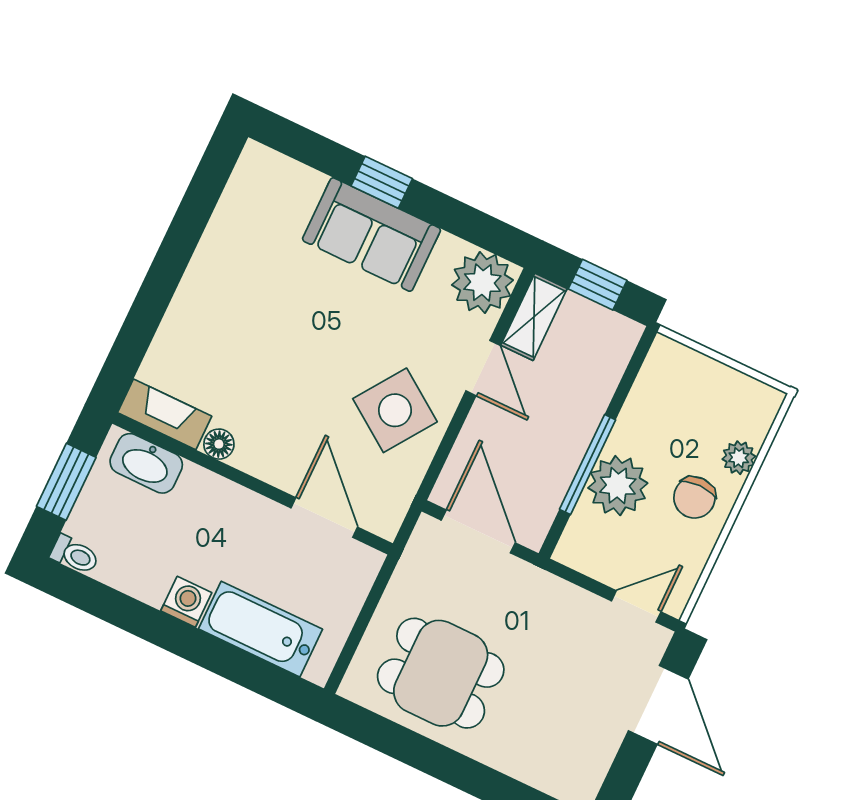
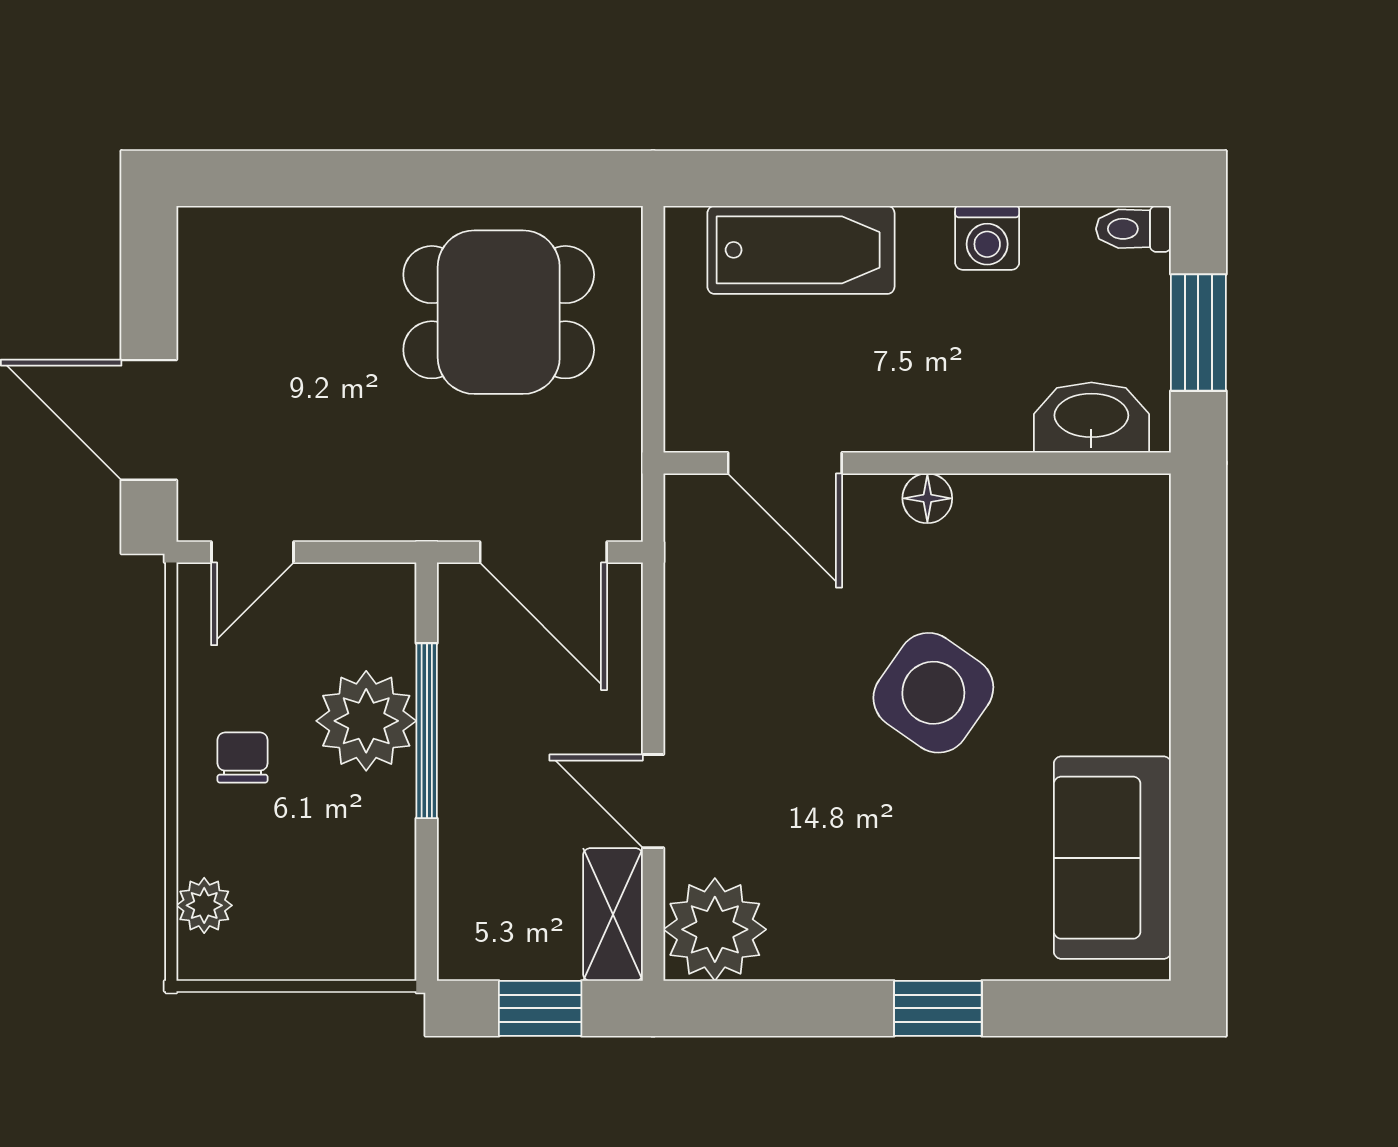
sofa: (372, 235) -> (1112, 858), moved, turned -90
side table: (395, 410) -> (933, 693), moved
fireplace: (165, 414) -> (1099, 504), removed
floor lamp: (219, 444) -> (927, 498), moved
plant: (739, 458) -> (204, 905), moved
chair: (694, 497) -> (243, 758), width x0.73, depth x0.73
washing machine: (186, 602) -> (987, 238), moved

